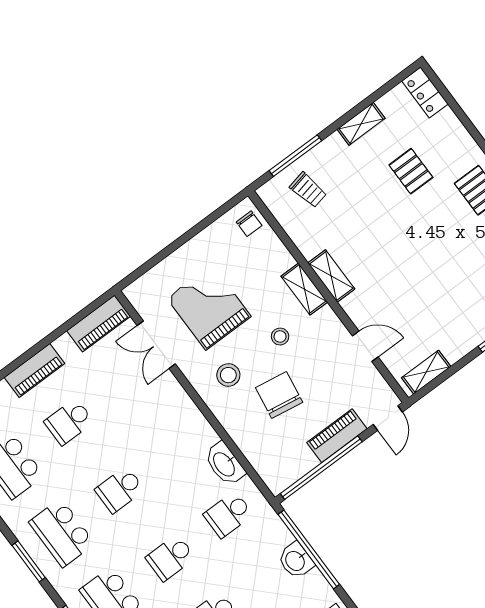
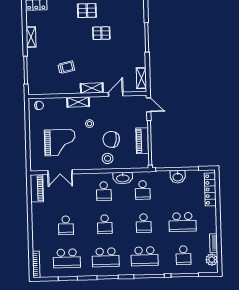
pallet: (411, 171) -> (101, 33), moved
trolley: (308, 190) -> (66, 67), moved
shelving: (331, 276) -> (92, 88), moved
grand piano: (209, 307) -> (60, 143), turned 180
piano: (34, 370) -> (37, 225), removed
stool: (228, 375) -> (108, 158), moved
piano: (337, 436) -> (142, 141), moved
school desk: (178, 447) -> (104, 191), added

